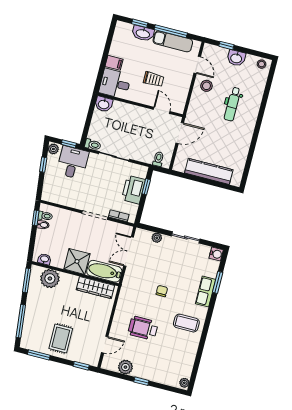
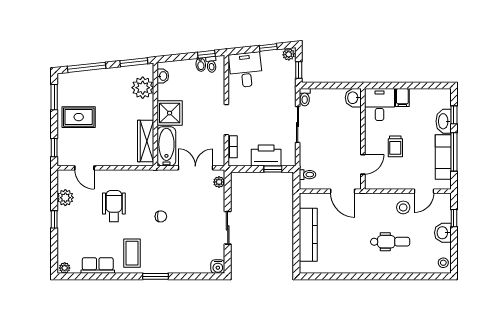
dental chair: (232, 104) -> (390, 242), turned 180
desk: (73, 162) -> (246, 70), moved, turned -96
plant: (157, 238) -> (219, 182), moved
window: (218, 282) -> (156, 276), moved
row of seats: (206, 292) -> (98, 266), moved

